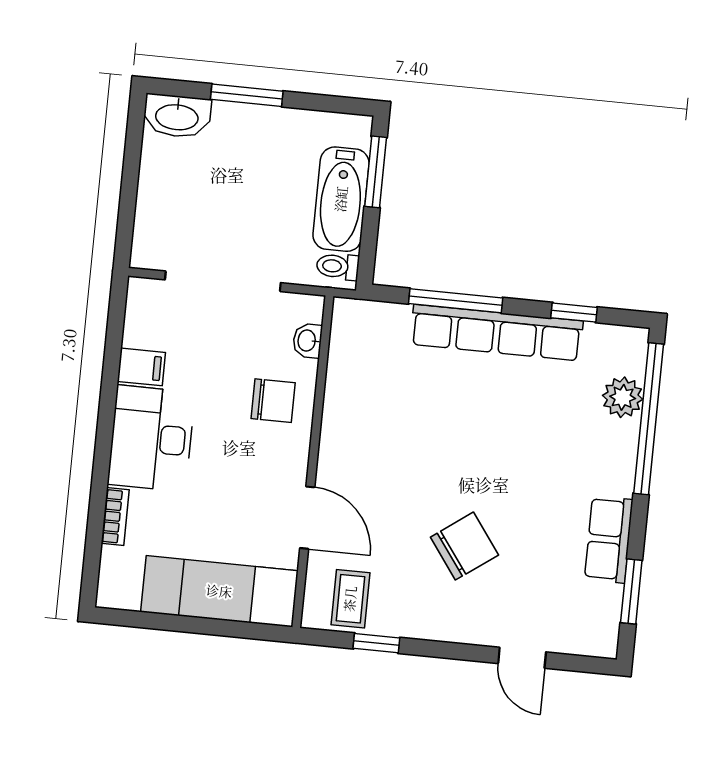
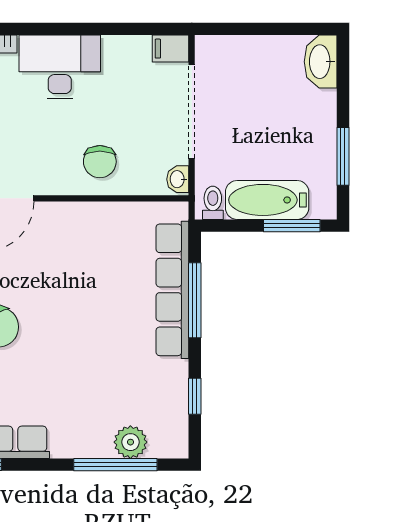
window: (247, 95) -> (343, 156), moved
row of seats: (497, 333) -> (172, 290), moved
washbasin: (307, 341) -> (178, 179), moved, turned -90
filing cabinet: (141, 367) -> (171, 49), moved, turned 90
window: (649, 419) -> (115, 465), width x0.68

